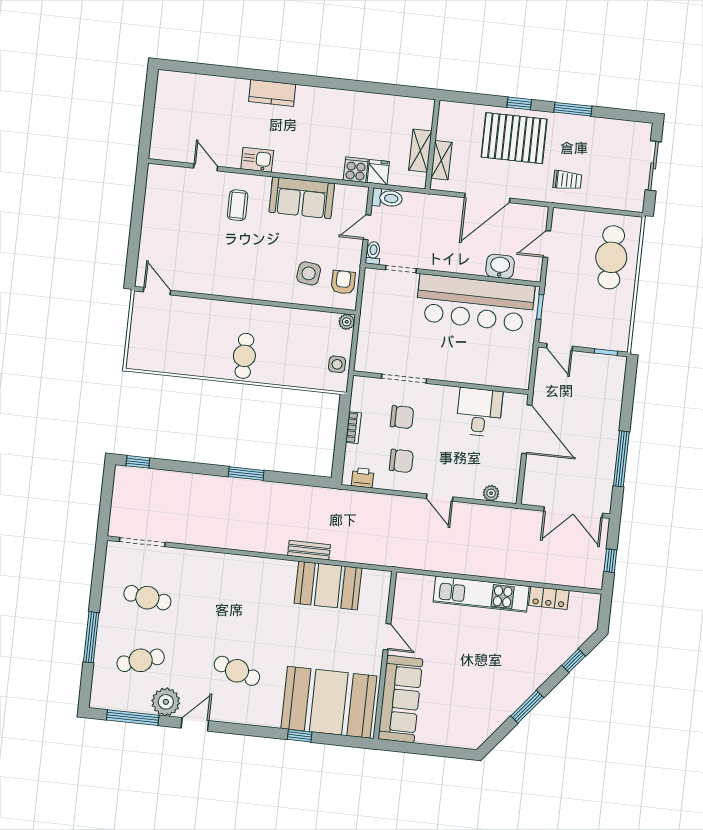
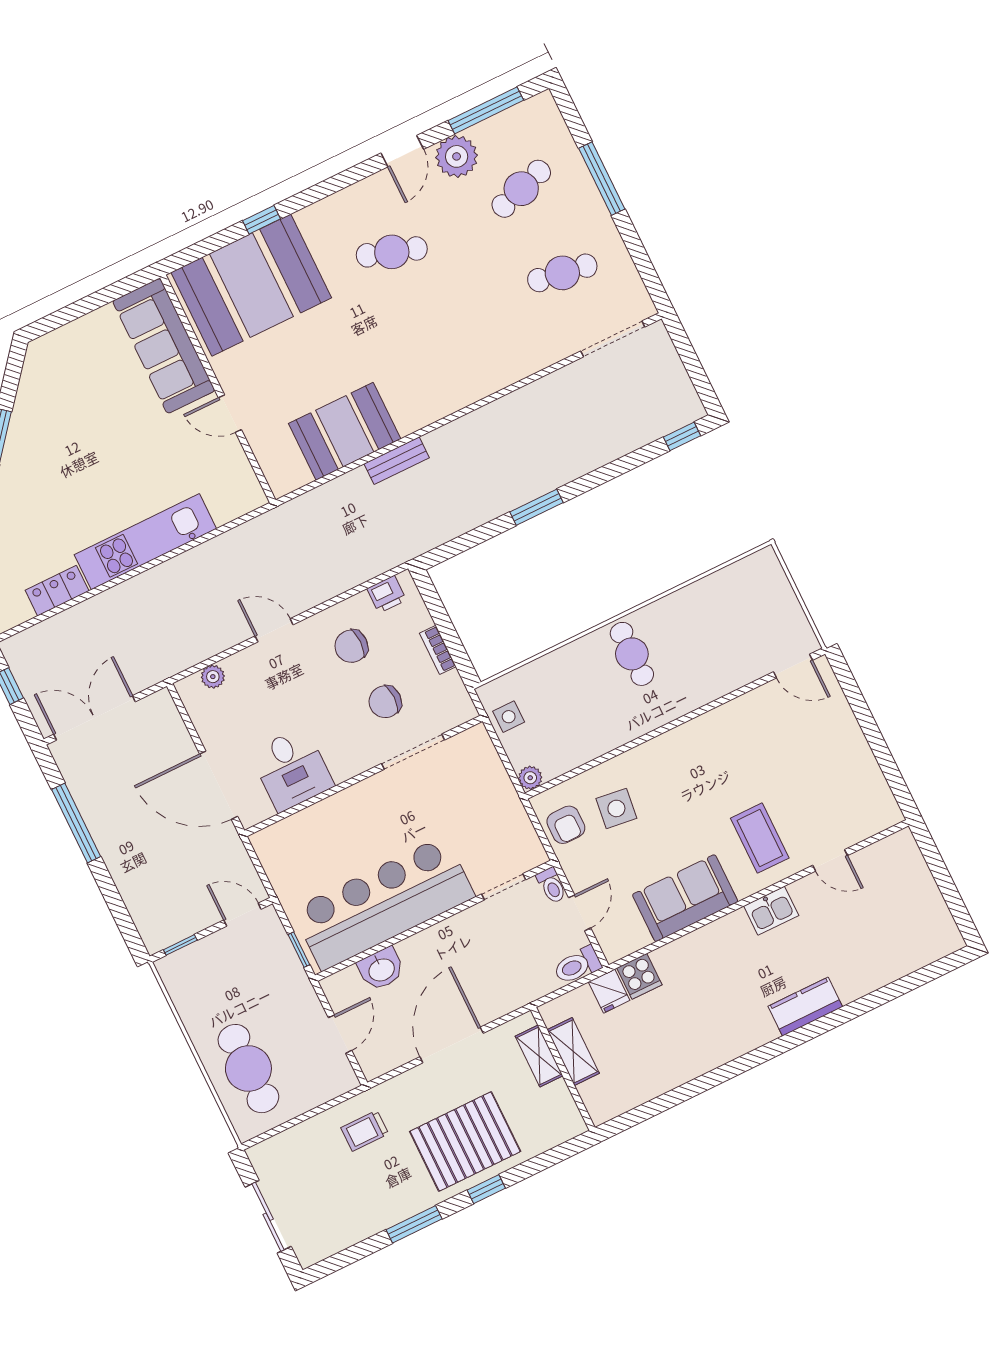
coffee table: (238, 205) -> (760, 838), width x1.36, depth x1.30

